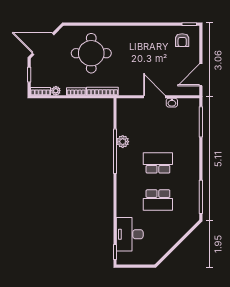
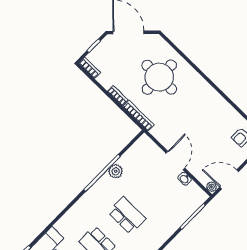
plant: (56, 91) -> (212, 187), moved

